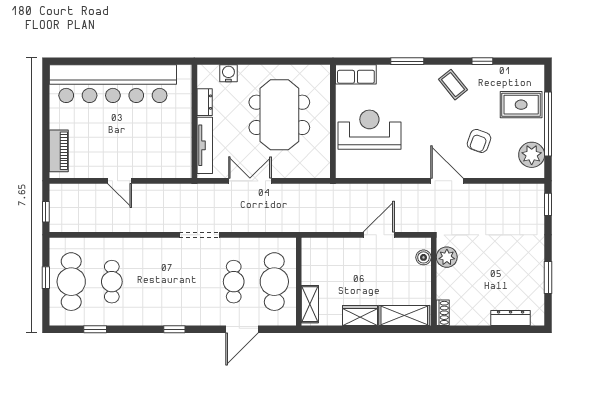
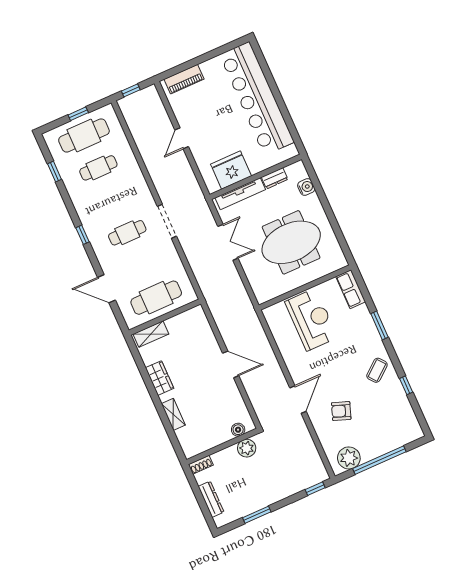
rug: (521, 105) -> (385, 432), removed
fridge: (176, 144) -> (231, 170), added
boiler: (423, 257) -> (238, 430), moved
plant: (447, 257) -> (247, 448), moved
cafe table: (234, 282) -> (127, 233), moved
wall: (434, 282) -> (222, 446), moved
shoe rack: (443, 313) -> (201, 465), moved
shelving: (404, 316) -> (173, 414), width x0.67, depth x0.75

